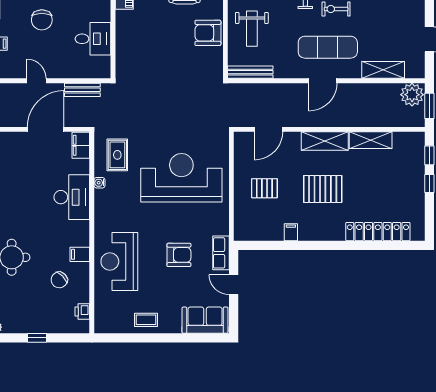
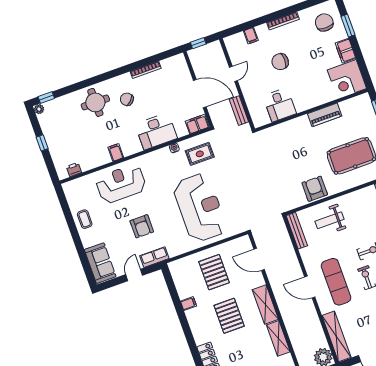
shelving: (383, 70) -> (336, 336), width x1.47
pallet: (264, 188) -> (214, 272), width x1.50, depth x1.42
chair: (59, 280) -> (127, 99), moved

